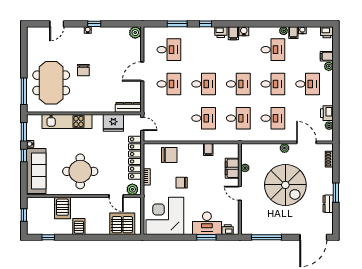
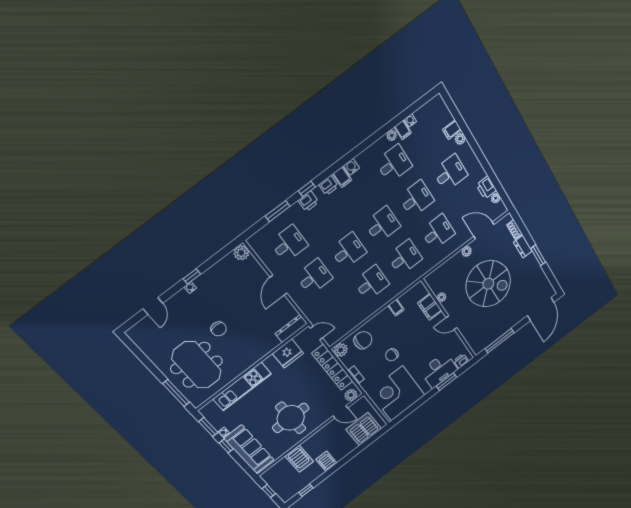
printer: (327, 32) -> (308, 201), moved
plant: (149, 149) -> (341, 350), added
dresser: (328, 204) -> (523, 247), moved

